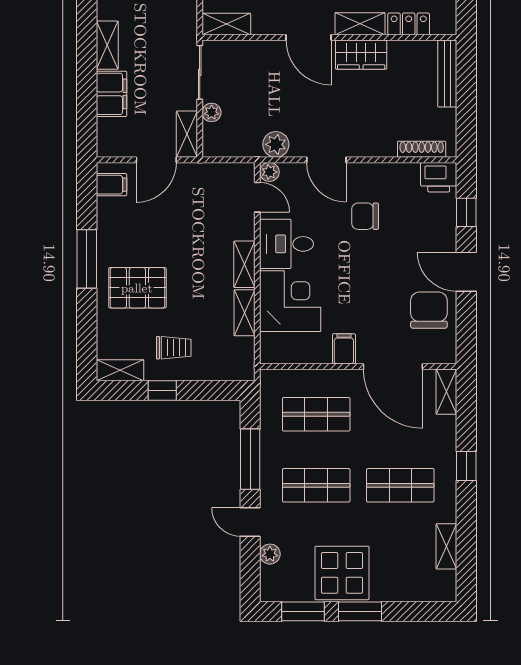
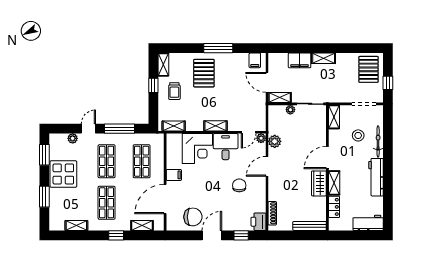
shelving: (245, 313) -> (174, 126), moved
shelving: (446, 392) -> (142, 226), moved
window: (360, 611) -> (44, 197), moved

